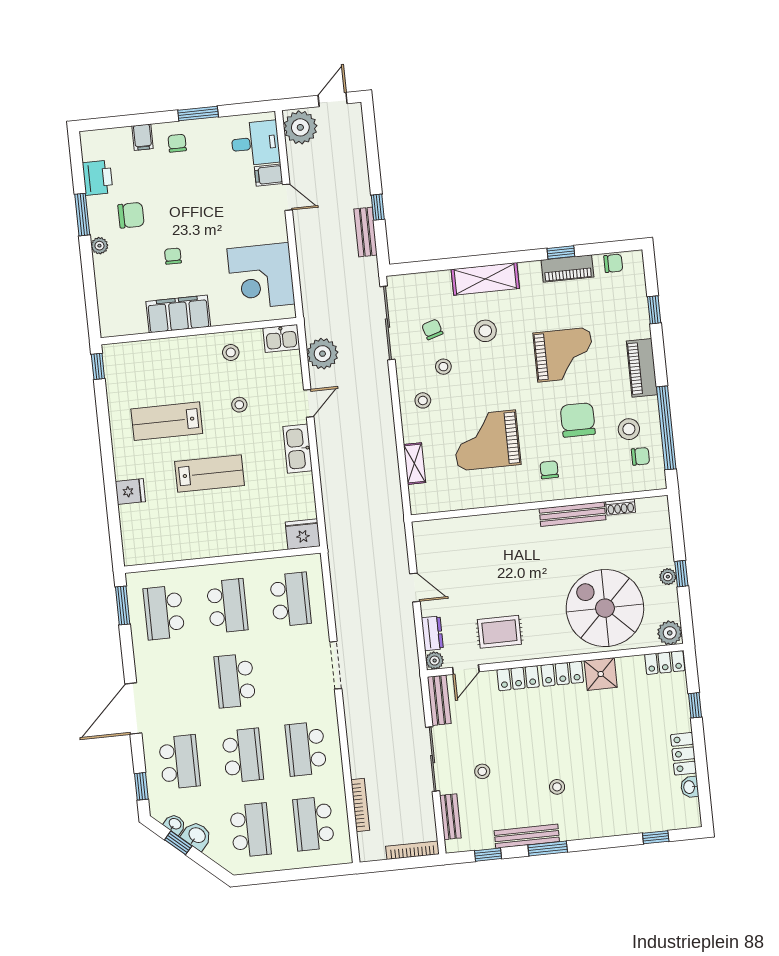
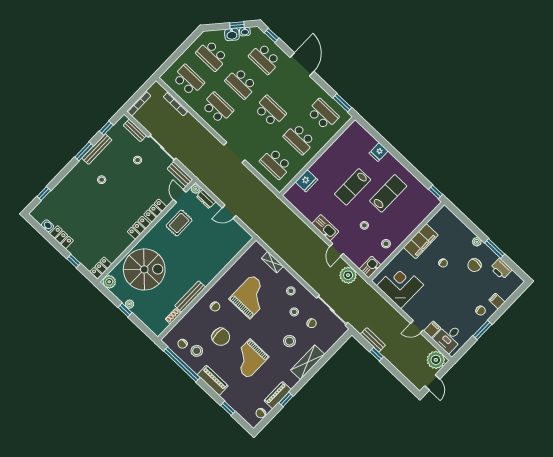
fridge: (303, 534) -> (307, 181), moved
shower: (601, 674) -> (123, 241), removed

